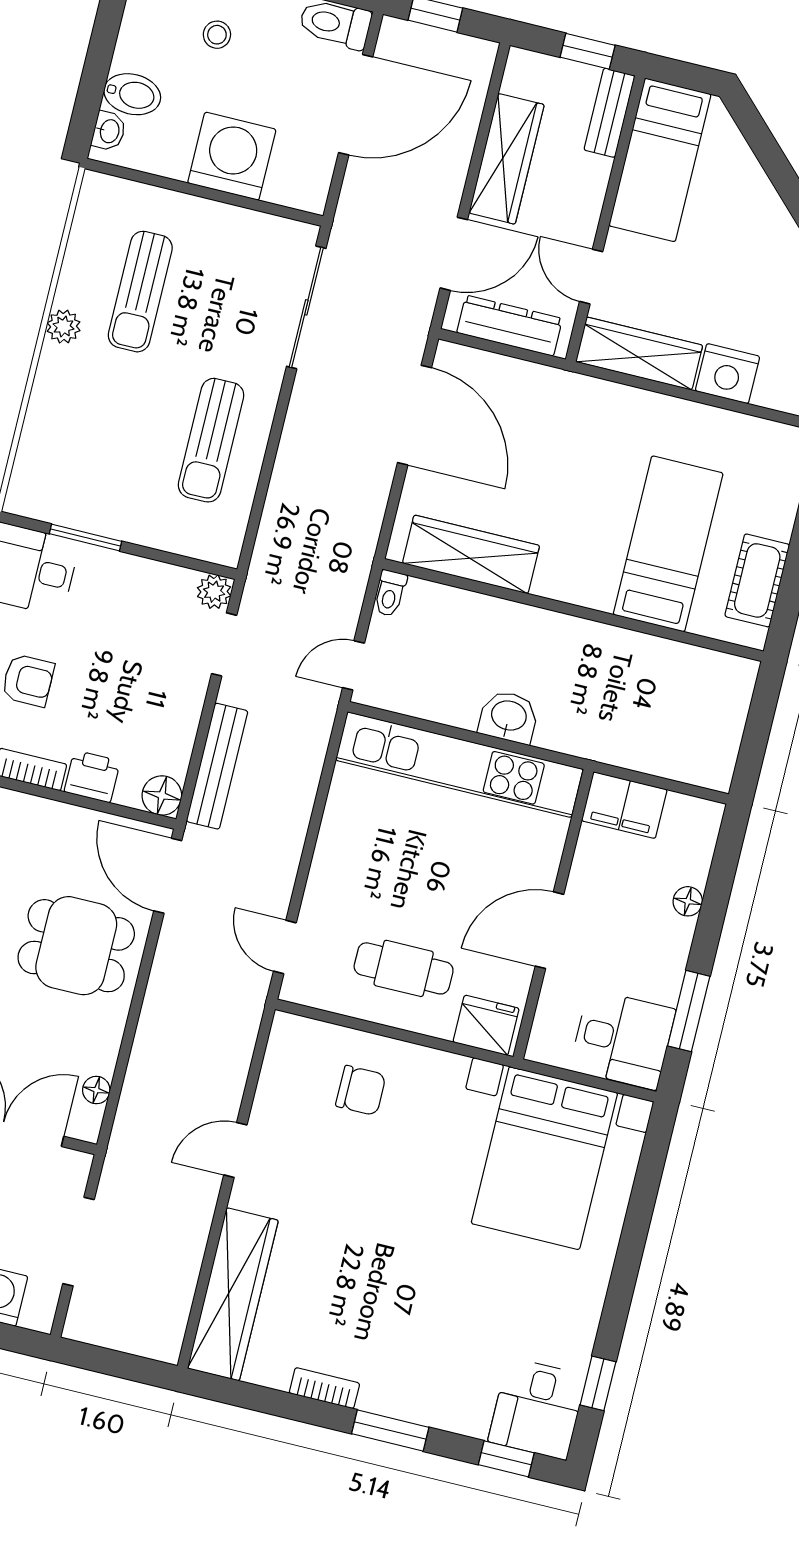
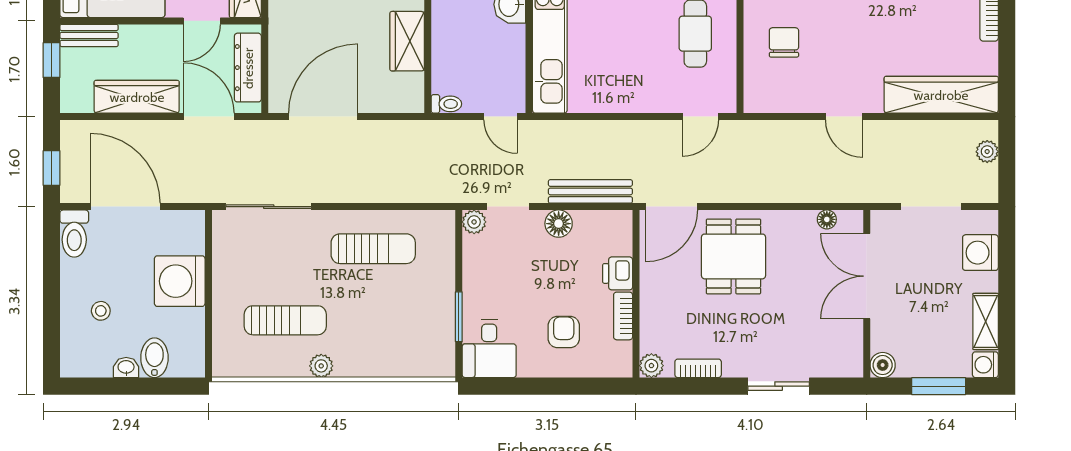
washbasin: (109, 131) -> (126, 368), moved
wardrobe: (471, 554) -> (407, 41), width x0.67
floor lamp: (162, 796) -> (559, 224), moved
plant: (137, 1340) -> (987, 152), added

